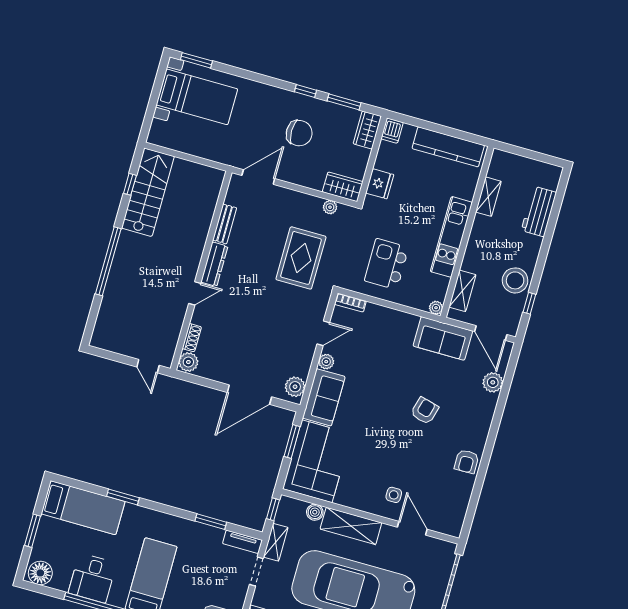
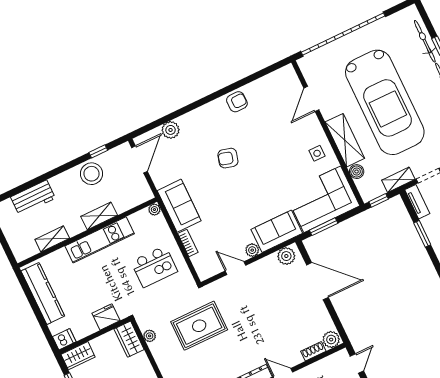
shelving: (462, 291) -> (99, 216), moved
bookcase: (350, 303) -> (188, 243), moved
sofa: (443, 338) -> (179, 206), moved
side table: (394, 495) -> (317, 153), moved

